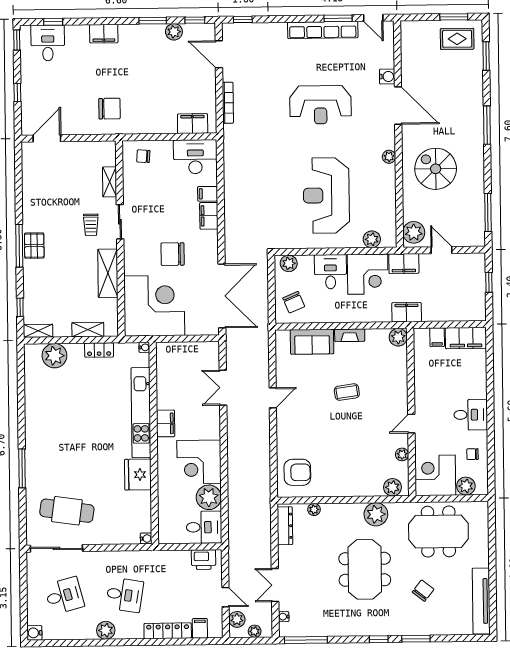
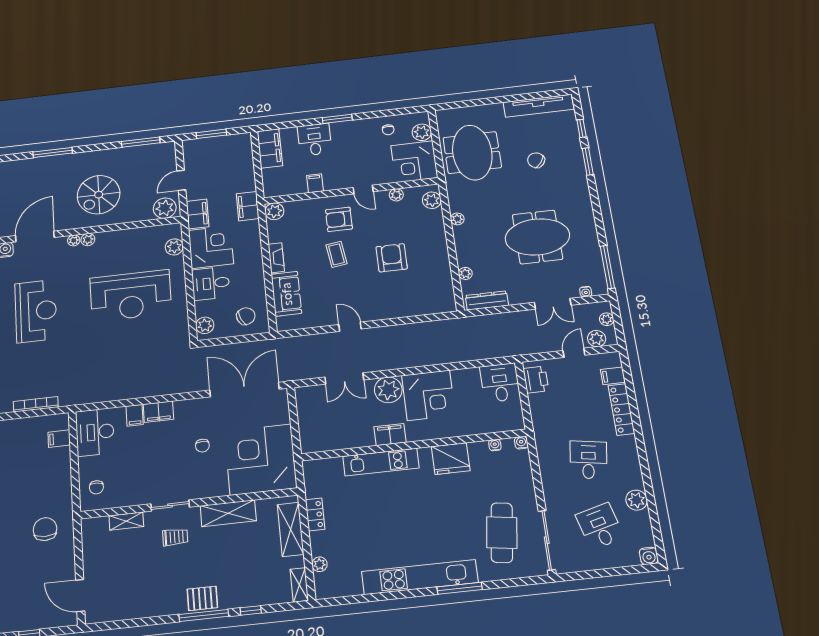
filing cabinet: (193, 124) -> (59, 439), width x0.50
plant: (390, 143) -> (74, 240), added
chair: (173, 254) -> (202, 446), width x0.54, depth x0.54
window: (489, 282) -> (211, 134), width x1.50
window: (20, 307) -> (251, 610), moved
shelving: (88, 330) -> (291, 529), width x1.50, depth x1.33
filing cabinet: (437, 337) -> (315, 183), moved, turned -90
water cooler: (144, 347) -> (495, 445), moved
plant: (54, 356) -> (319, 564), width x0.53, depth x0.53
armchair: (383, 398) -> (339, 219), added
window: (490, 406) -> (337, 119), added
kitchen unit: (141, 413) -> (381, 462), width x0.73
desk: (471, 415) -> (315, 140), moved
kitchen unit: (35, 435) -> (420, 577), added
armchair: (297, 472) -> (392, 258), moved
plant: (209, 497) -> (388, 390), moved
plant: (376, 514) -> (457, 219), width x0.53, depth x0.53
meeting table: (365, 569) -> (537, 237), moved
plant: (106, 630) -> (637, 500), moved
window: (379, 639) -> (582, 128), moved

